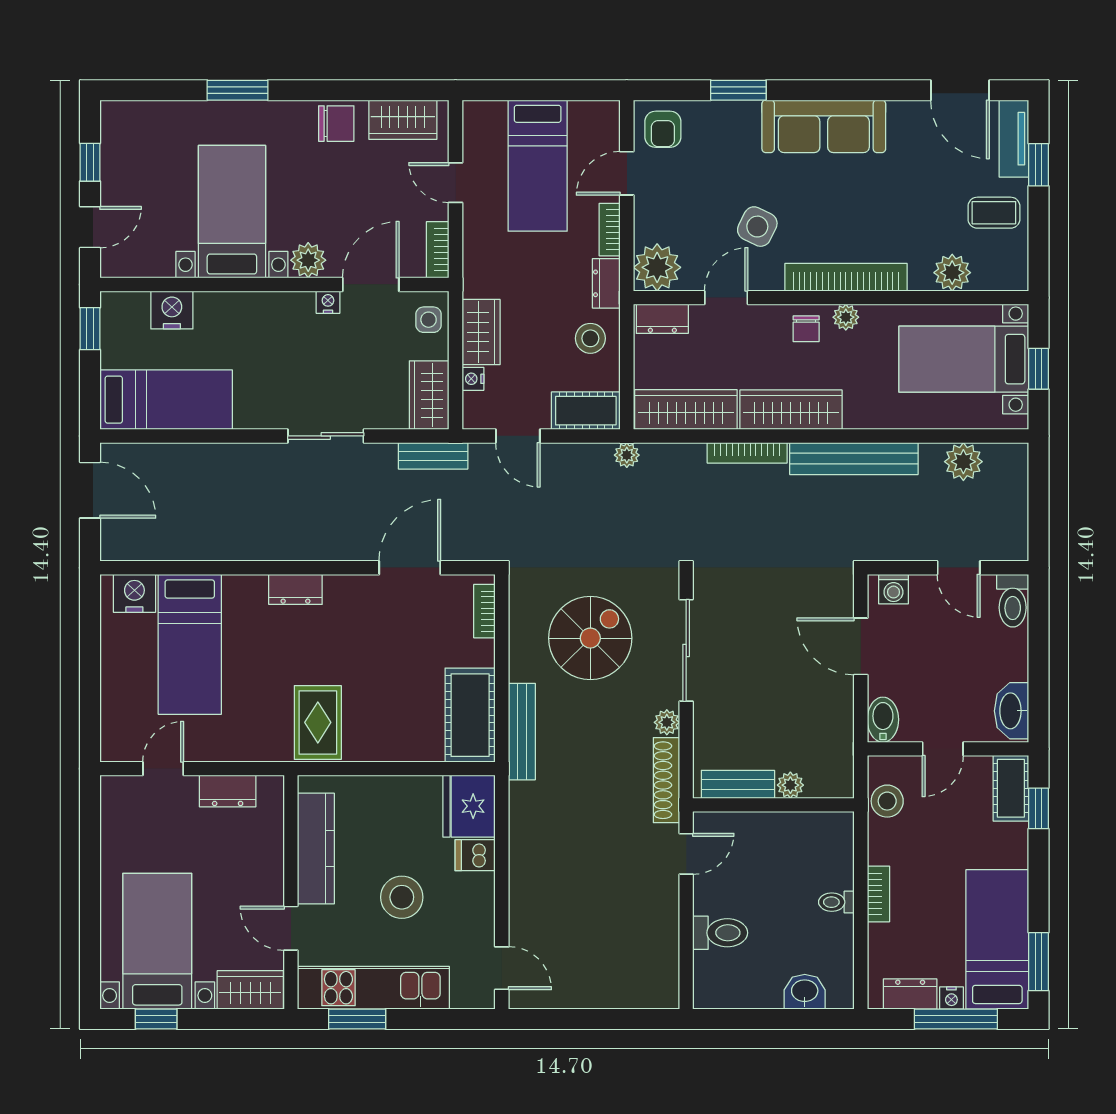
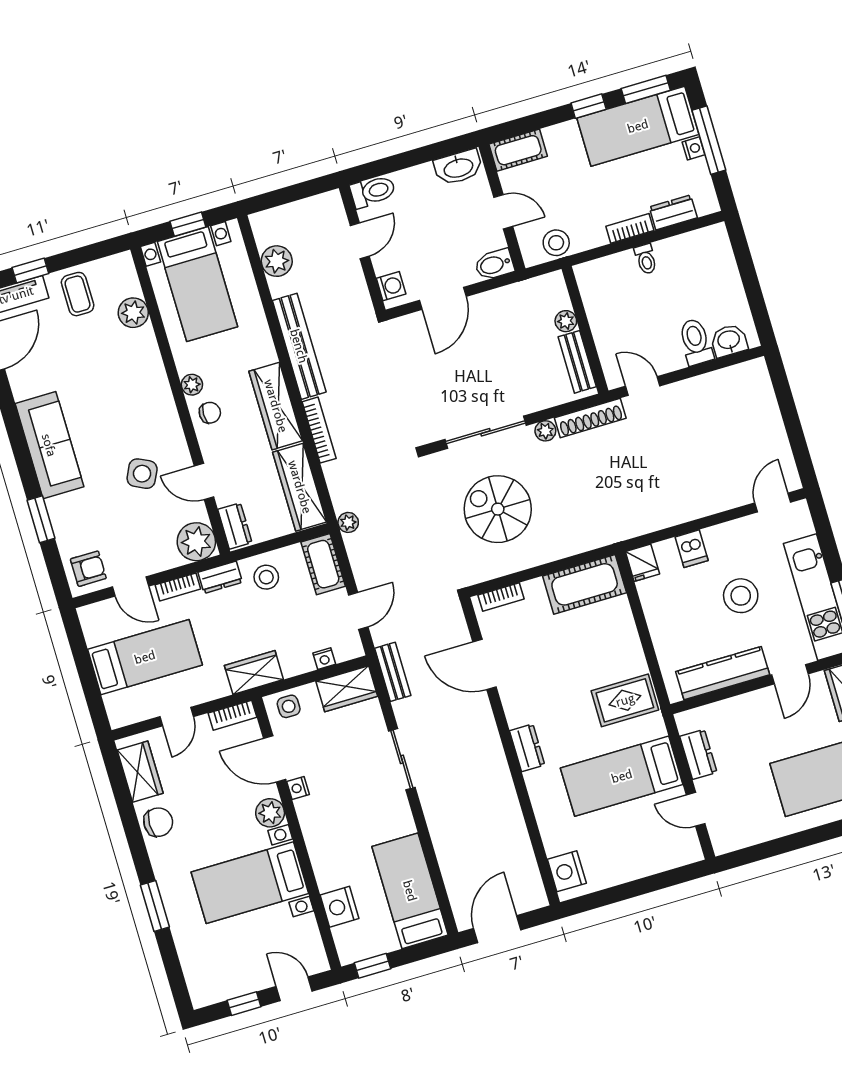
chair: (336, 124) -> (158, 822), turned 90
bookcase: (846, 277) -> (161, 394), removed
wardrobe: (481, 332) -> (254, 672), moved
bed: (190, 644) -> (622, 776), moved, turned 180
bench: (522, 732) -> (586, 541), removed
fridge: (469, 806) -> (642, 563), width x0.53, depth x0.75
window: (1039, 808) -> (589, 106), moved
washbasin: (805, 992) -> (729, 341), moved, turned 90
dresser: (910, 994) -> (673, 212), moved, turned 90

